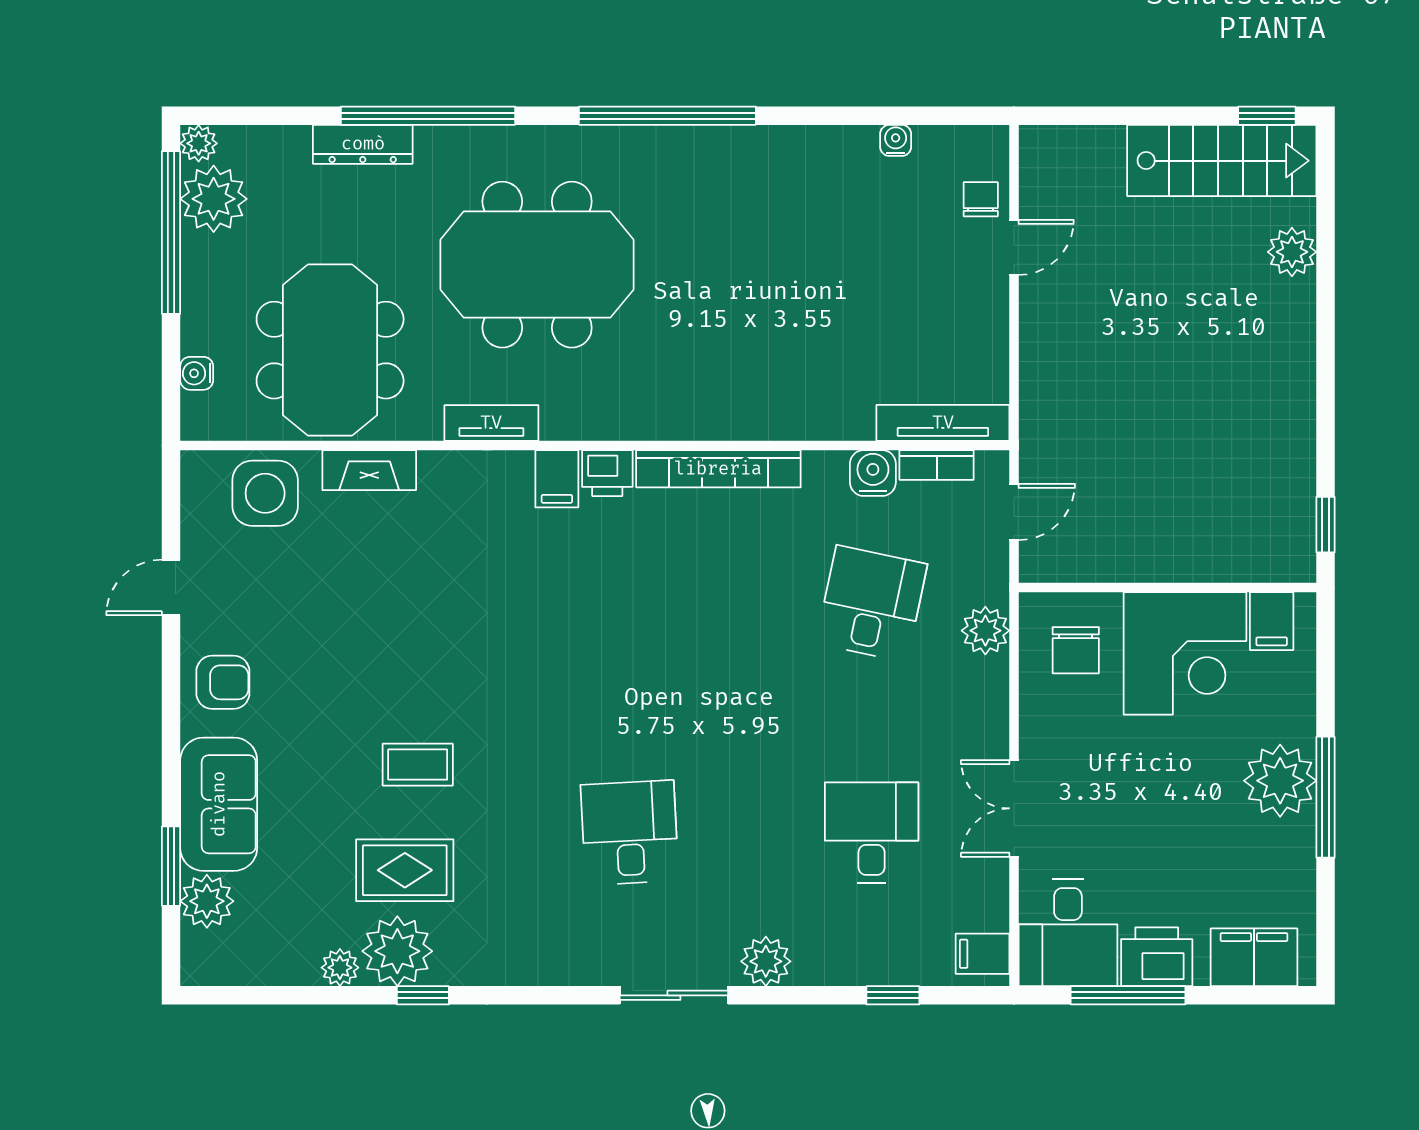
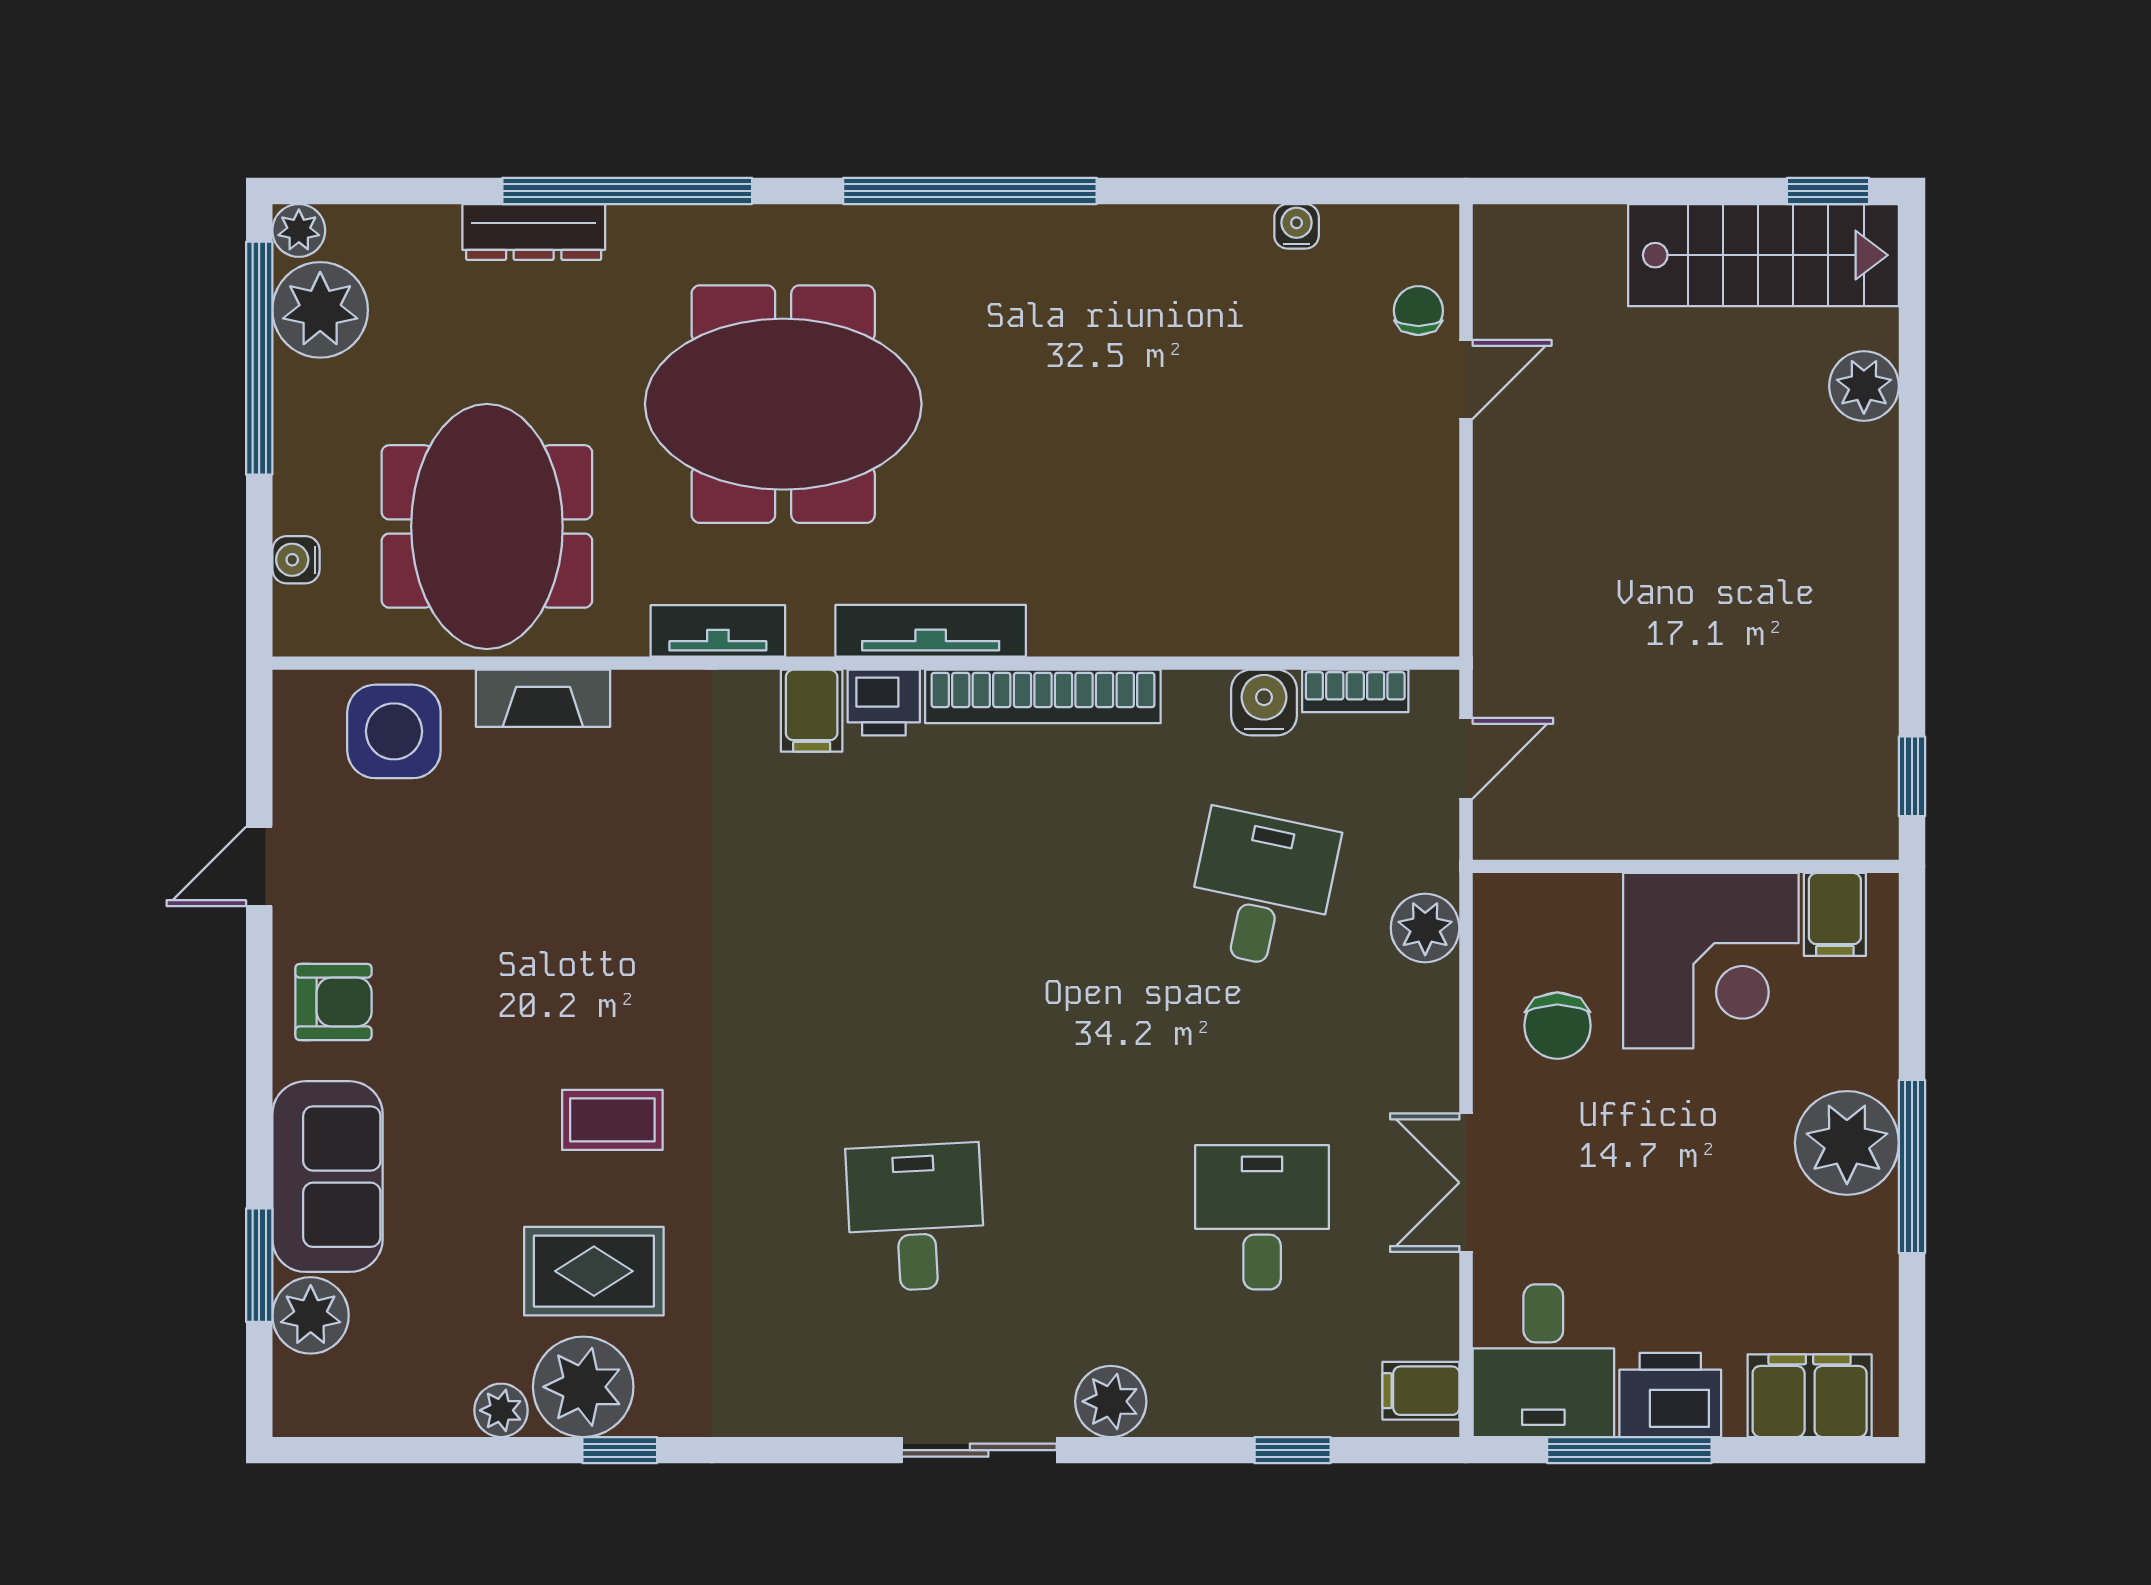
tv unit: (943, 423) -> (931, 631), moved
chair: (1076, 650) -> (1557, 1026), moved

